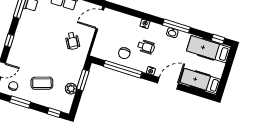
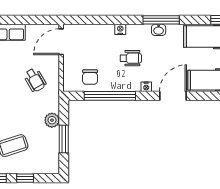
chair: (124, 53) -> (90, 77), moved
window: (83, 80) -> (64, 139), moved
plant: (71, 89) -> (52, 120), moved
window: (54, 113) -> (25, 178), moved

